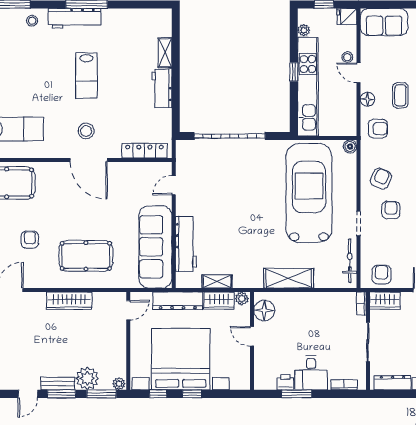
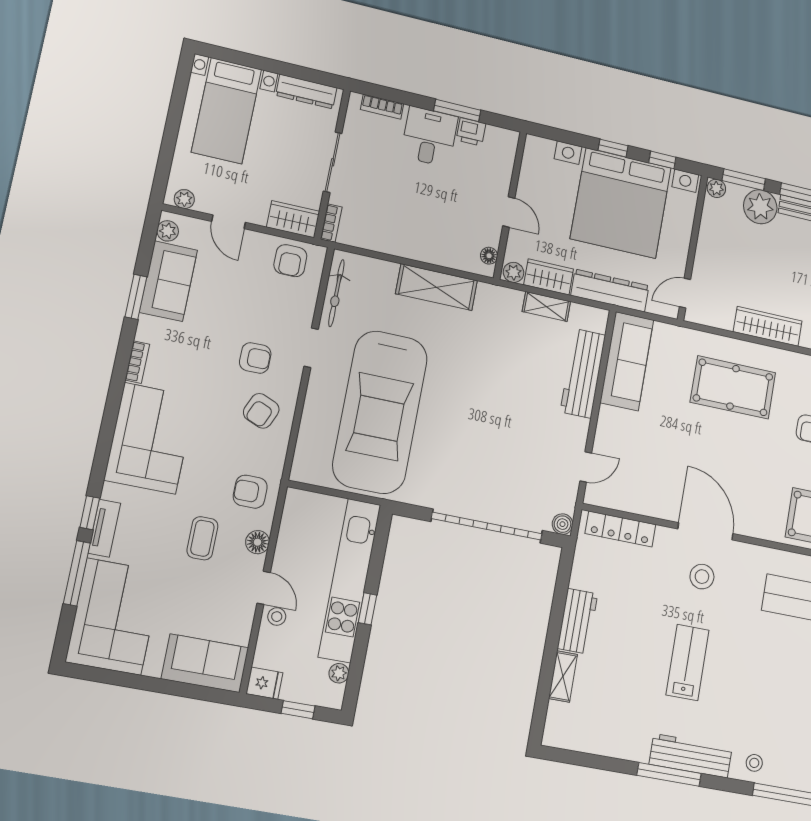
boiler: (350, 147) -> (562, 524), moved
armchair: (391, 210) -> (255, 358), turned -90
sofa: (155, 247) -> (627, 361), width x0.74, depth x0.79
floor lamp: (264, 310) -> (489, 256), width x0.53, depth x0.53

